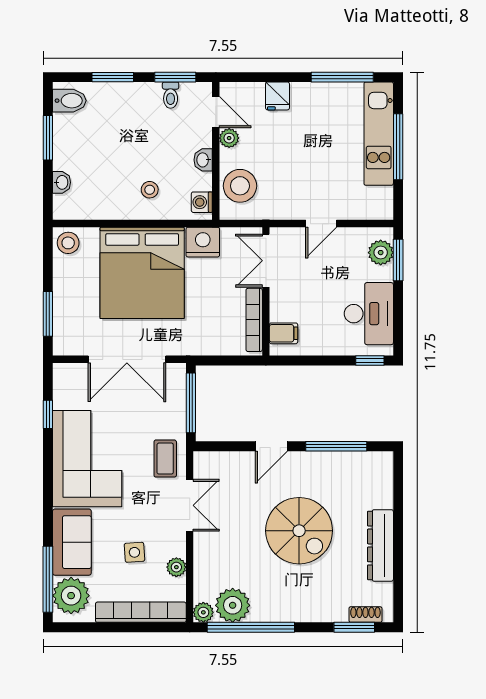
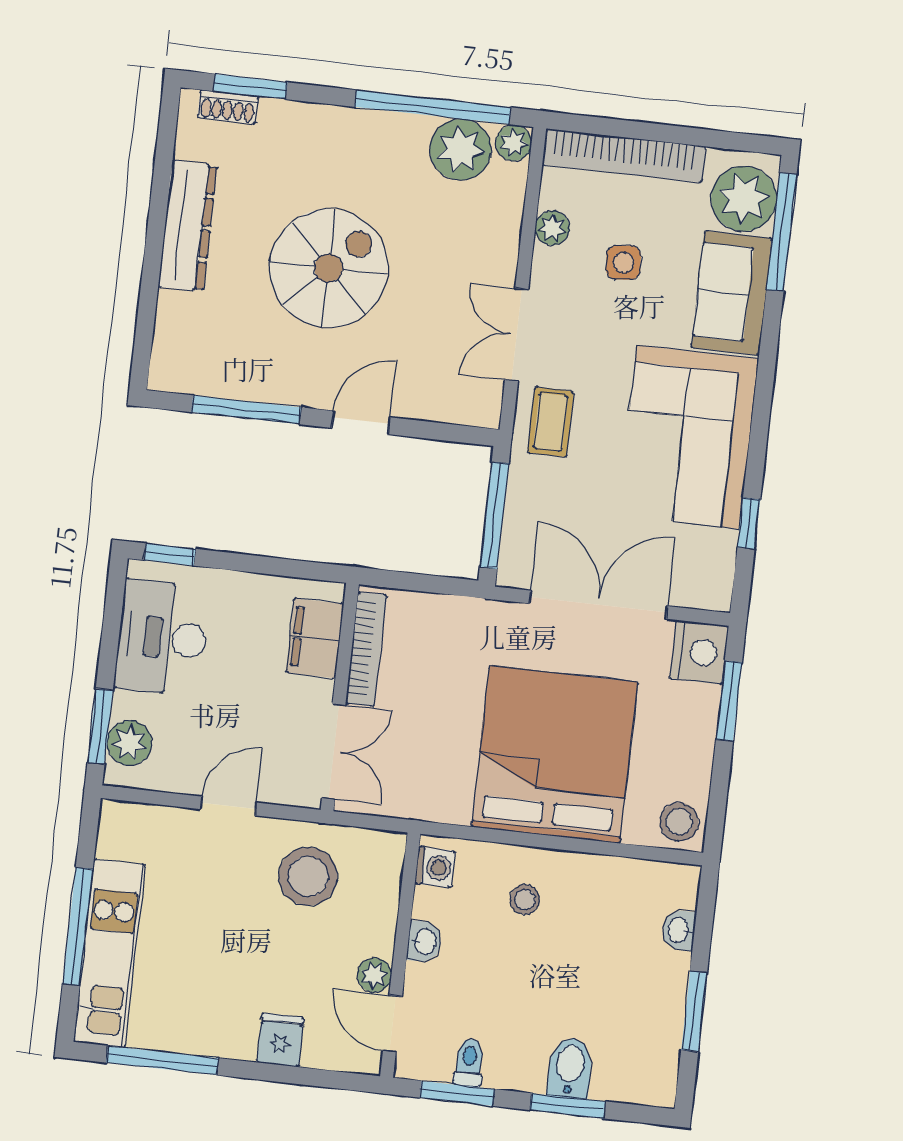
bidet: (69, 101) -> (570, 1068), moved, turned 90
stool: (240, 186) -> (308, 876), moved
nightstand: (203, 242) -> (699, 652), moved, turned -90
filing cabinet: (283, 333) -> (315, 638), width x2.00
spiral stairs: (299, 531) -> (328, 268), turned 90

